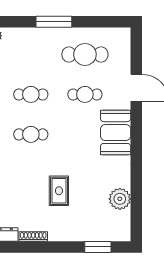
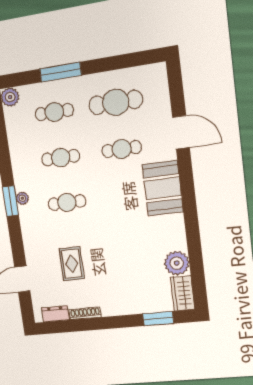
window: (54, 22) -> (60, 72), moved
cafe table: (31, 54) -> (54, 112), added
rug: (59, 191) -> (72, 264), moved
wardrobe: (122, 226) -> (183, 293), added

